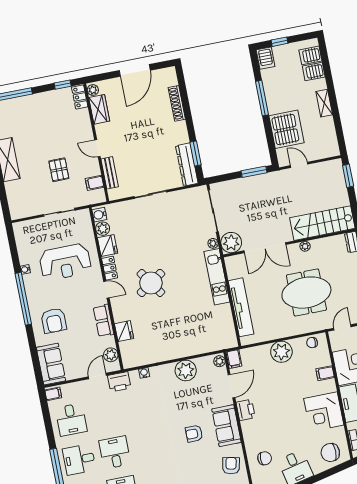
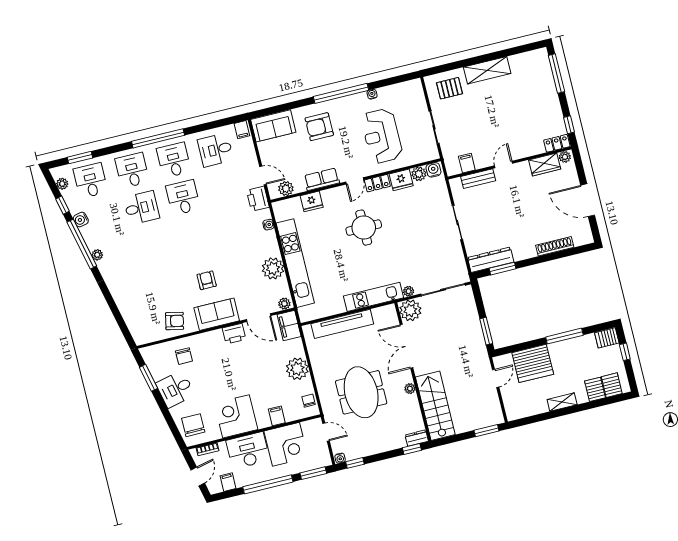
pallet: (59, 170) -> (449, 88), moved
round table: (151, 283) -> (364, 228), turned 34
kitchen unit: (182, 349) -> (295, 263), added
filing cabinet: (234, 359) -> (289, 326), width x2.00
desk: (115, 452) -> (183, 198), turned -90

